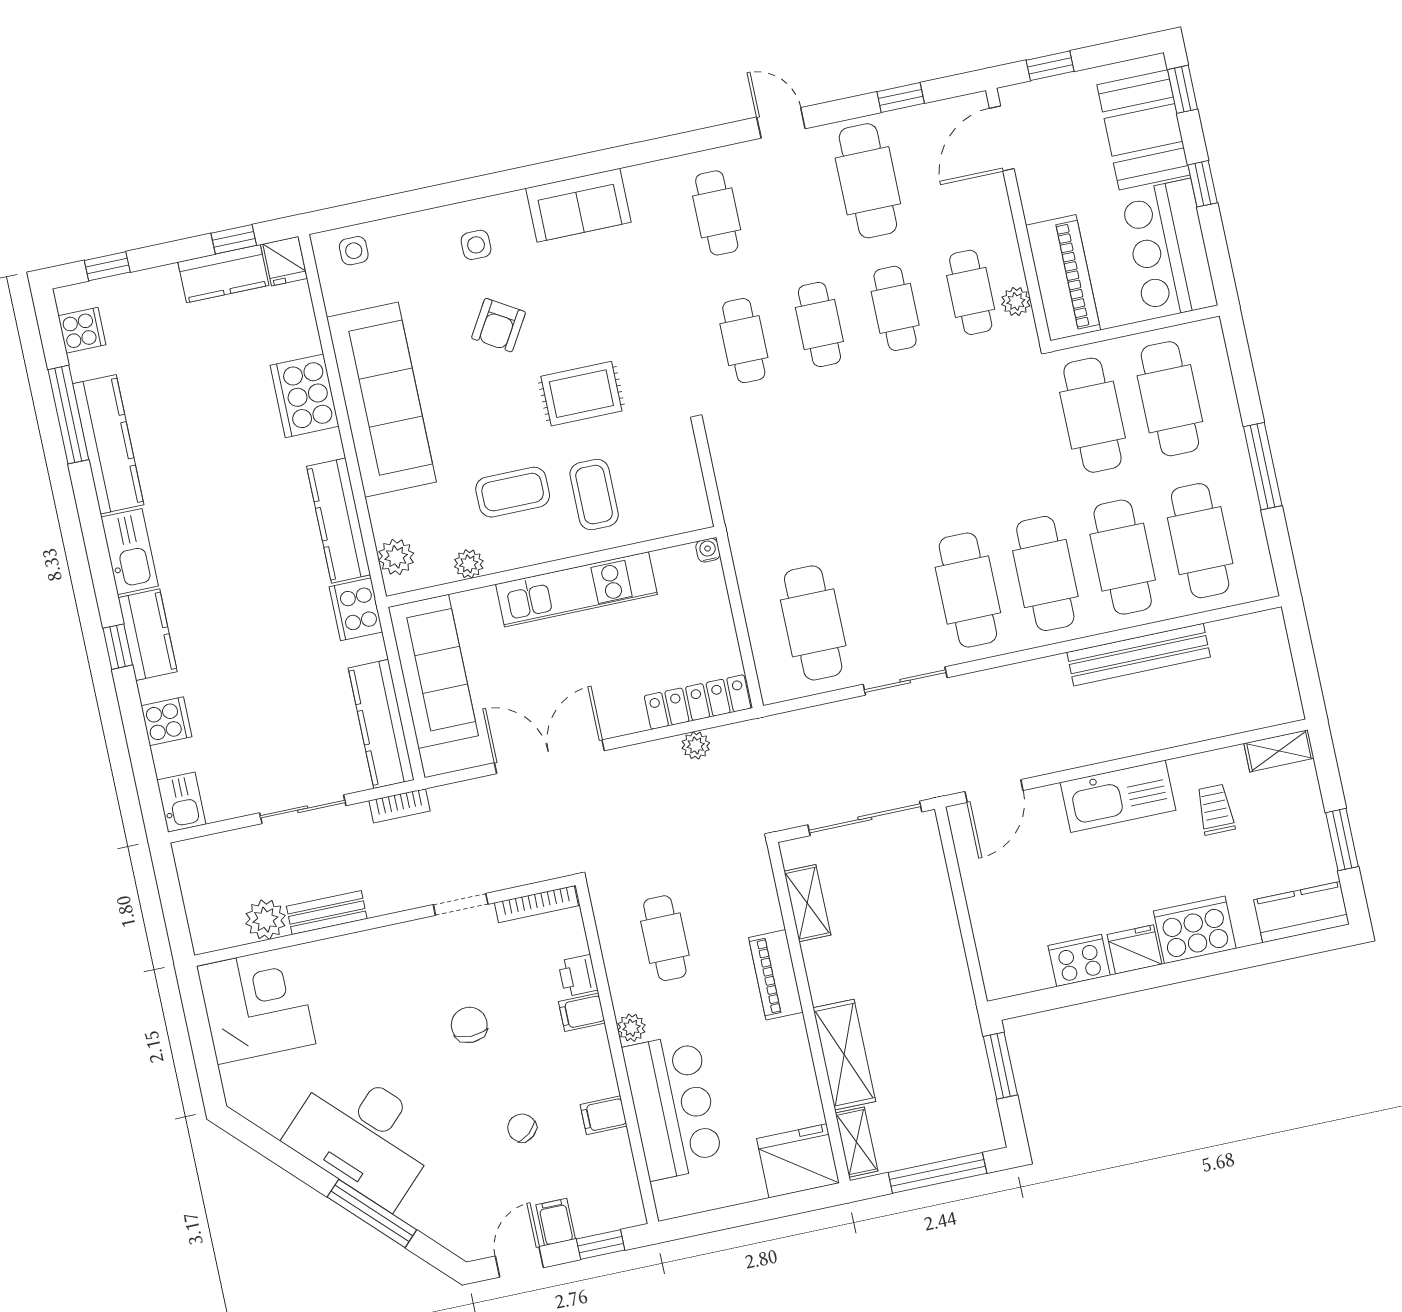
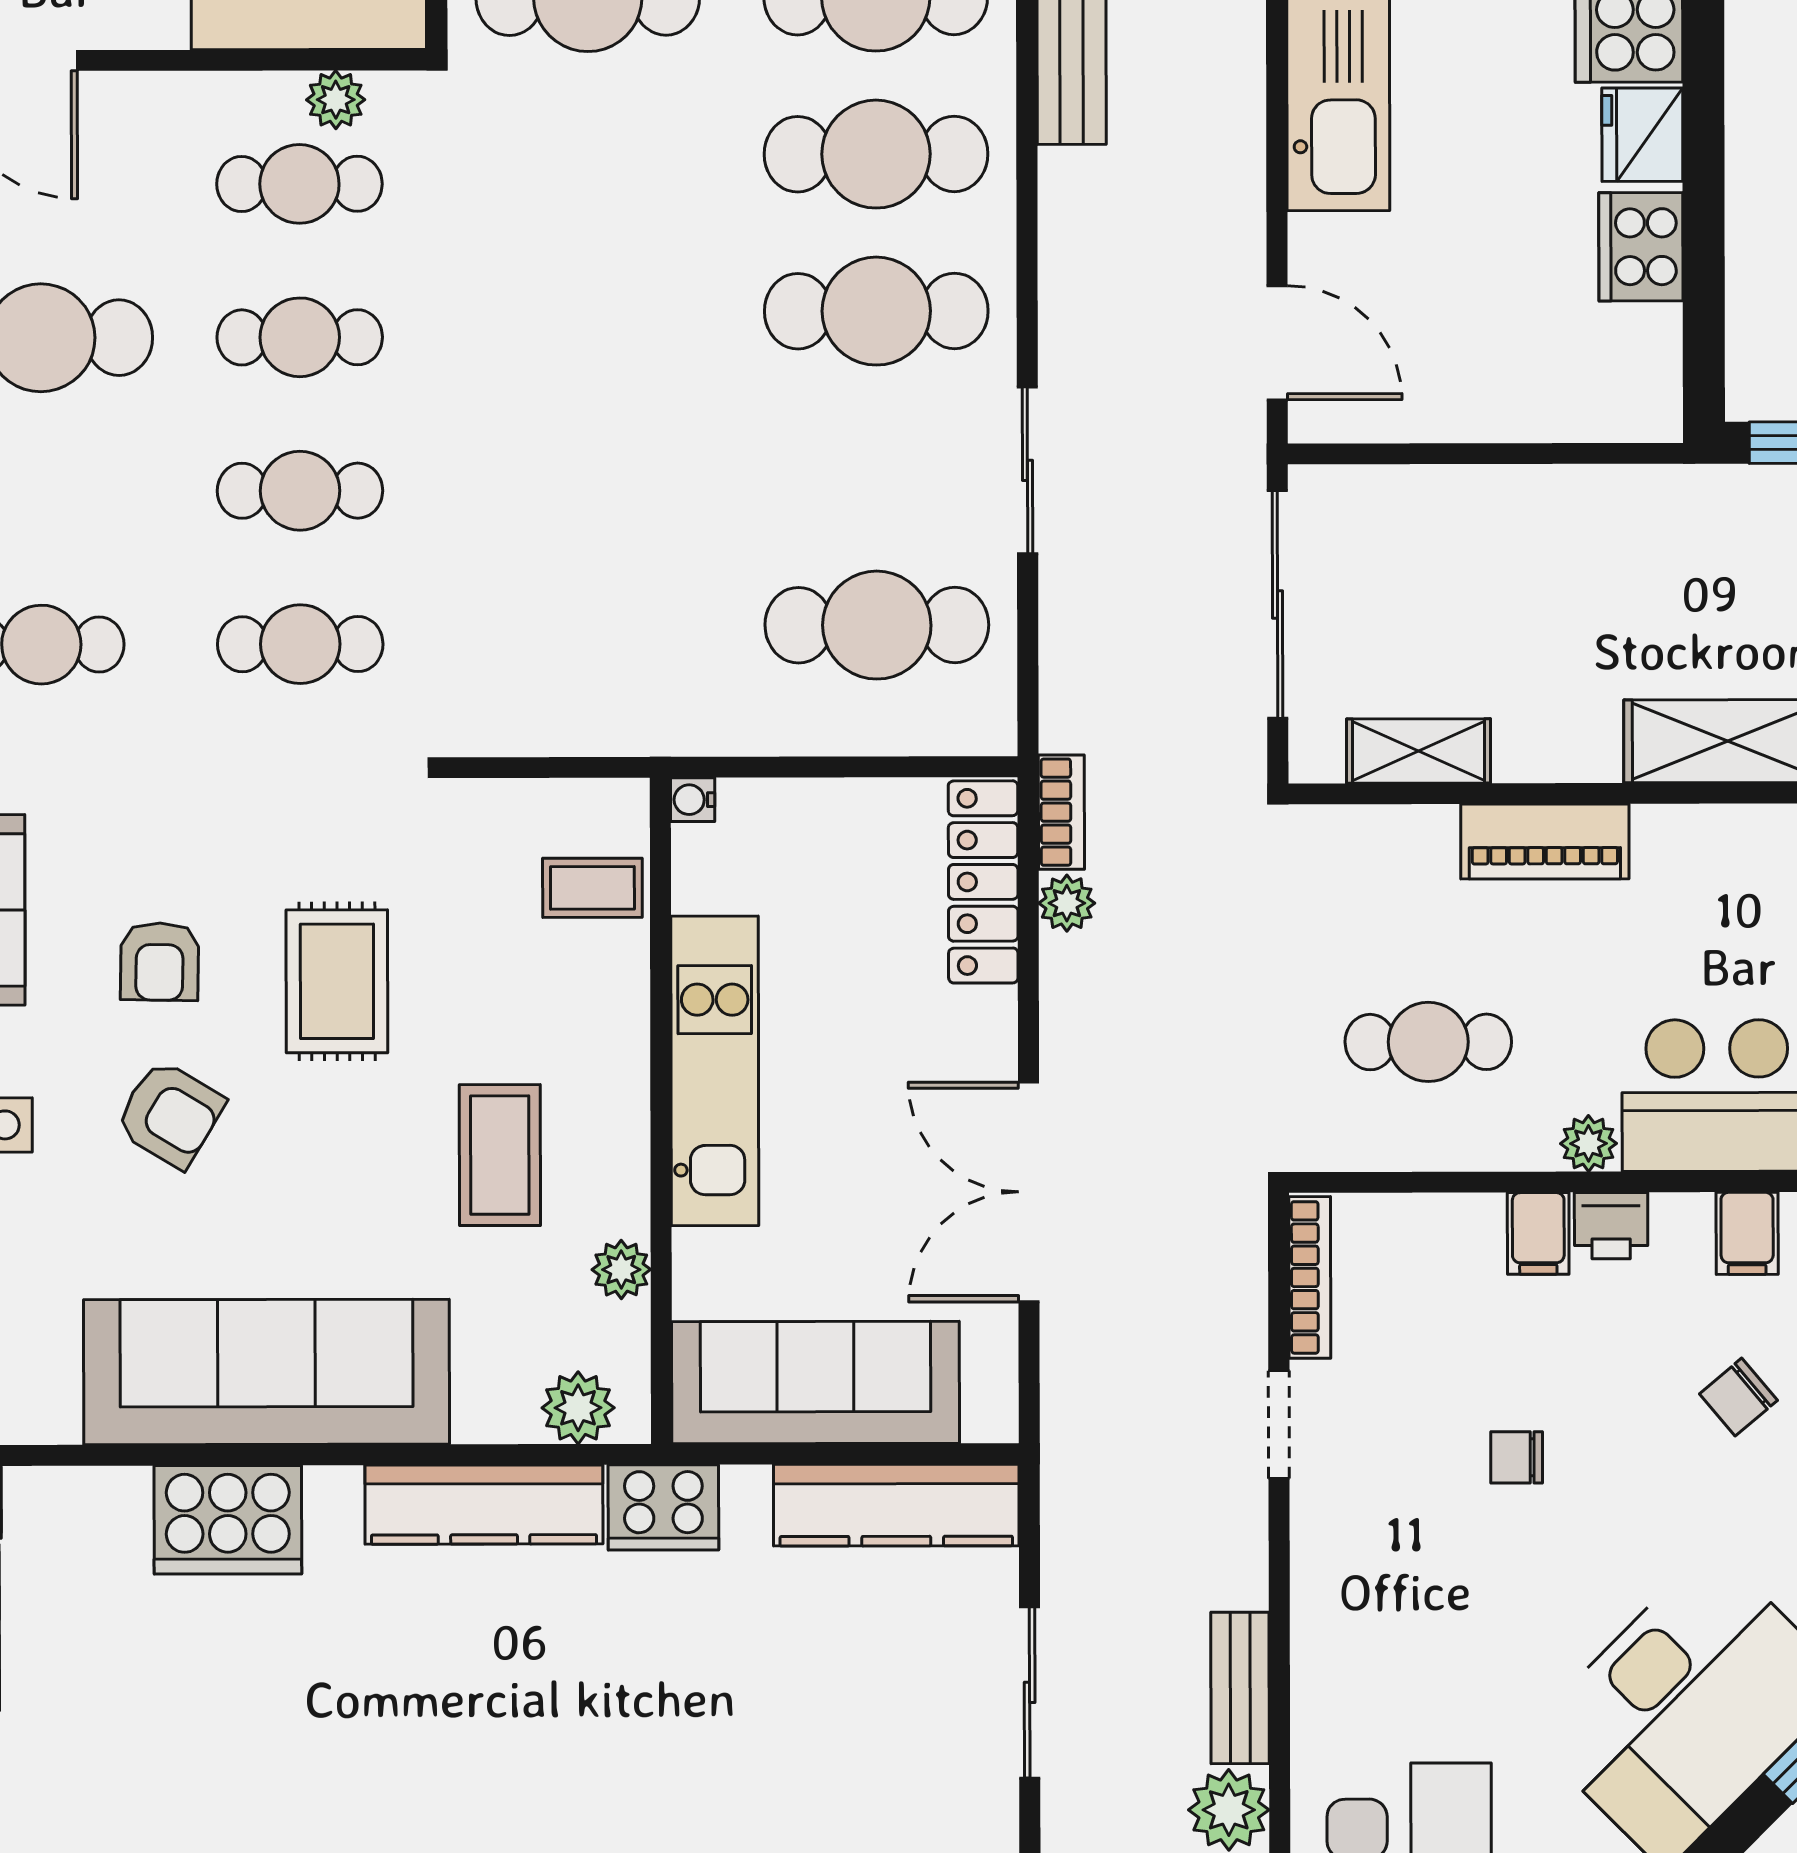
armchair: (573, 304) -> (160, 962), added
coffee table: (594, 495) -> (592, 888), moved, width x0.73, depth x0.77
bookcase: (399, 806) -> (1061, 812), moved
printer: (578, 976) -> (1611, 1226), moved
chair: (469, 1025) -> (1517, 1457), width x0.73, depth x0.73

